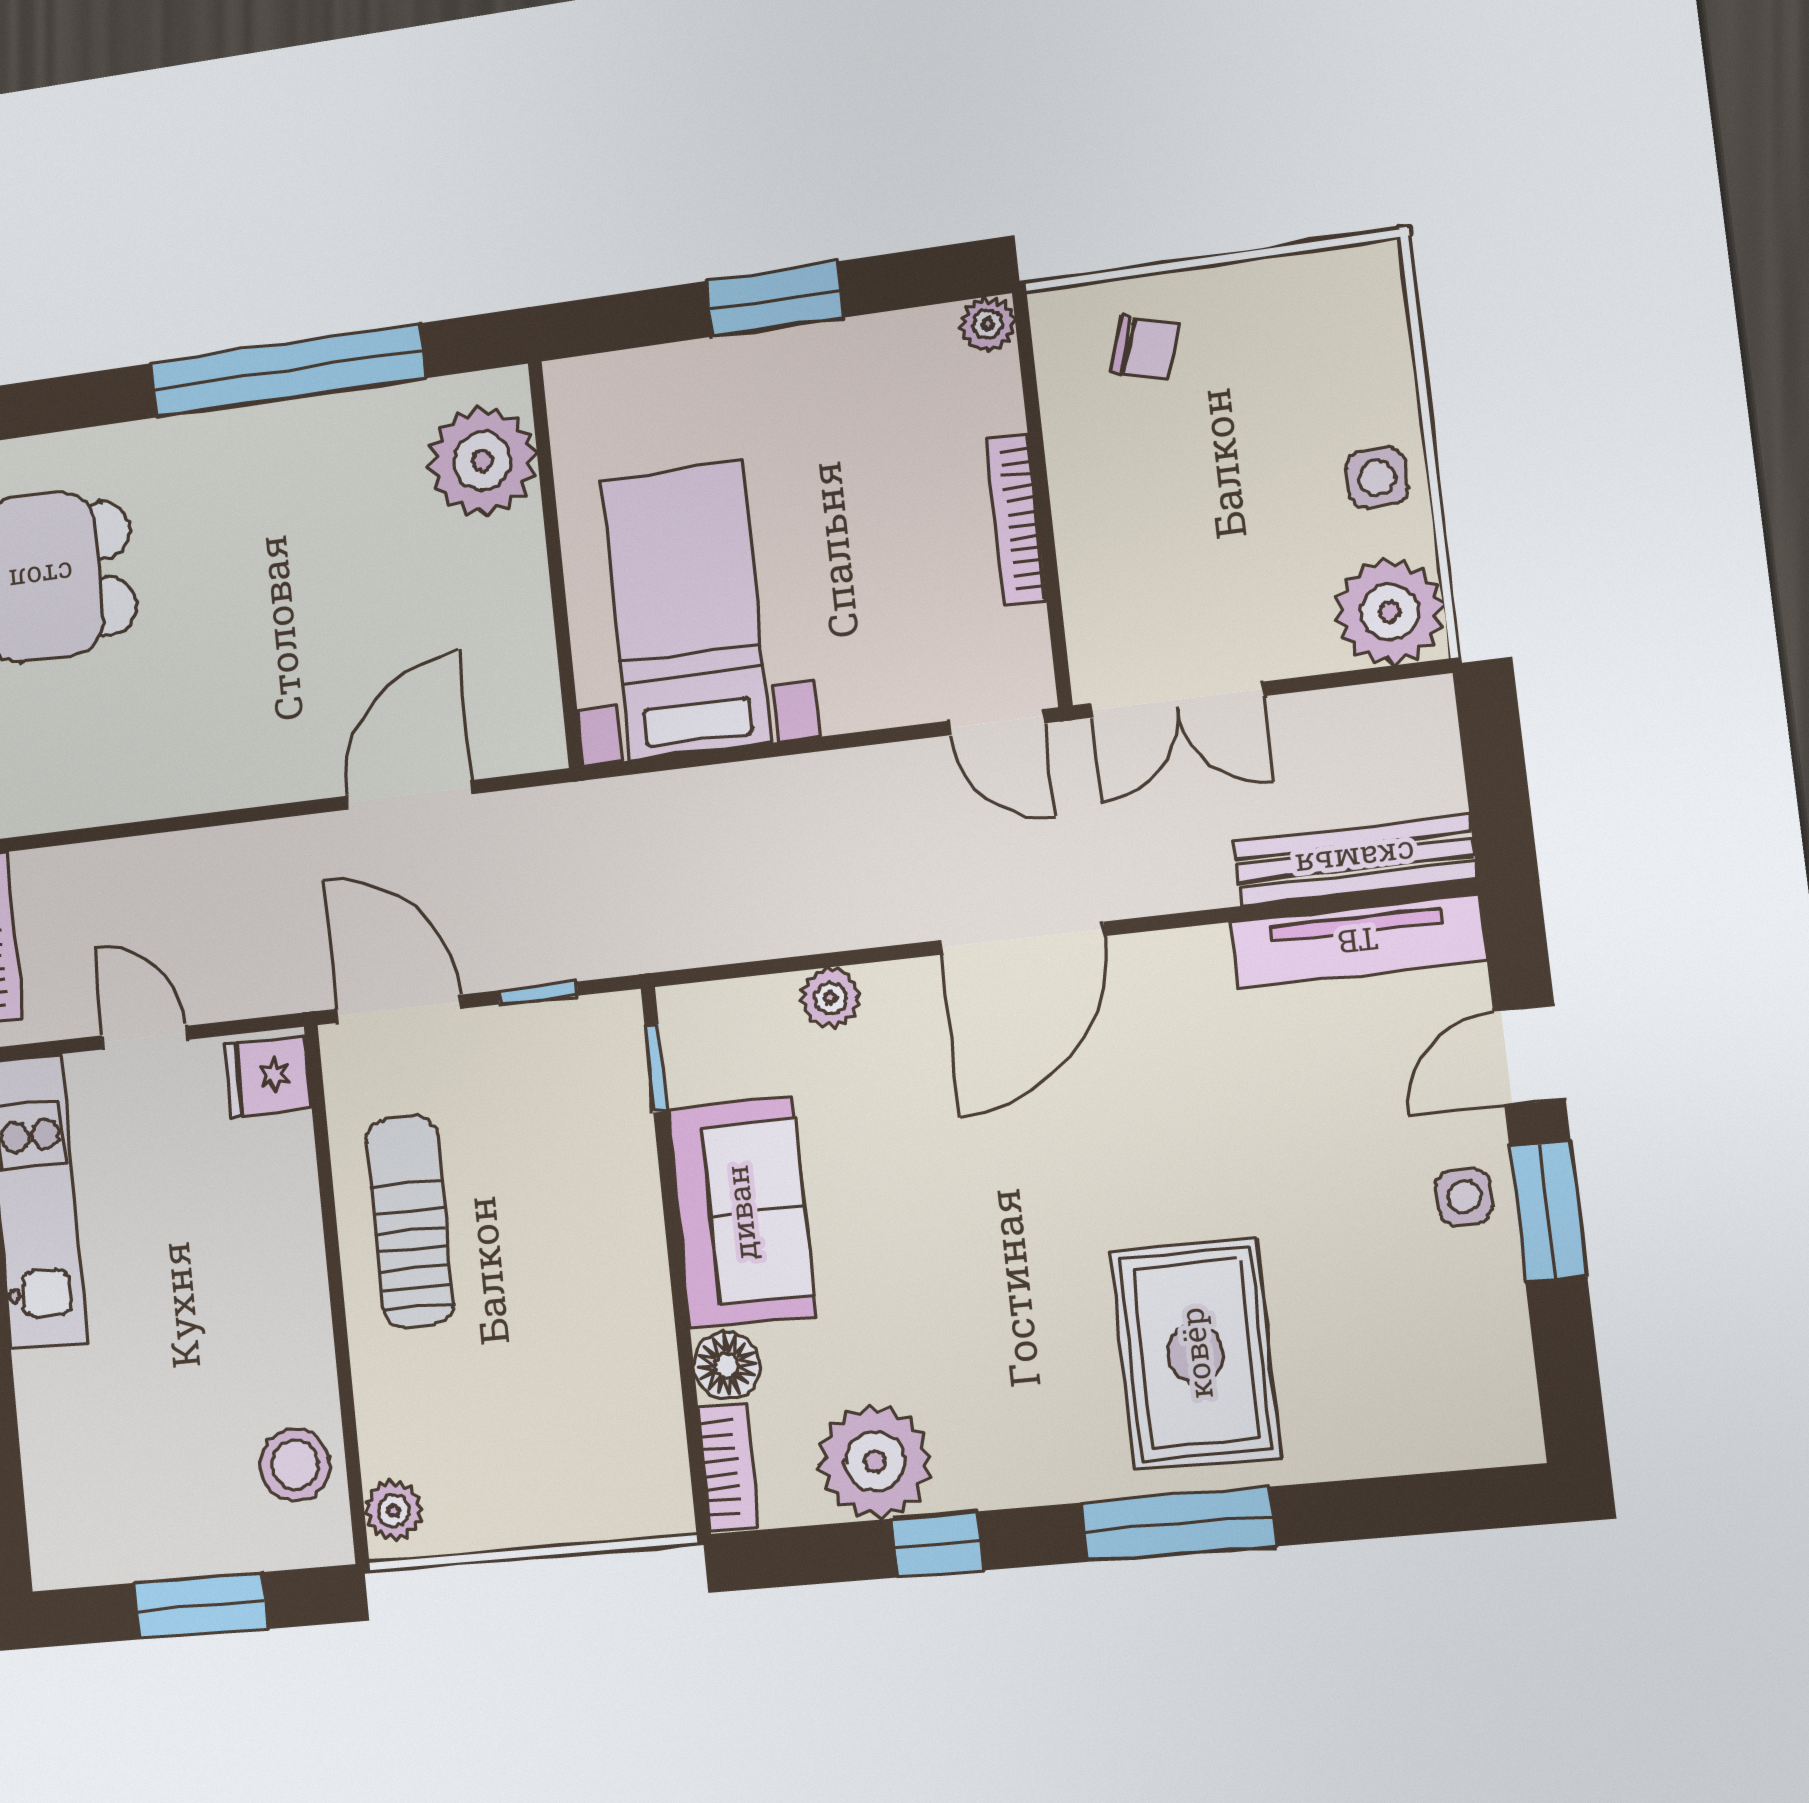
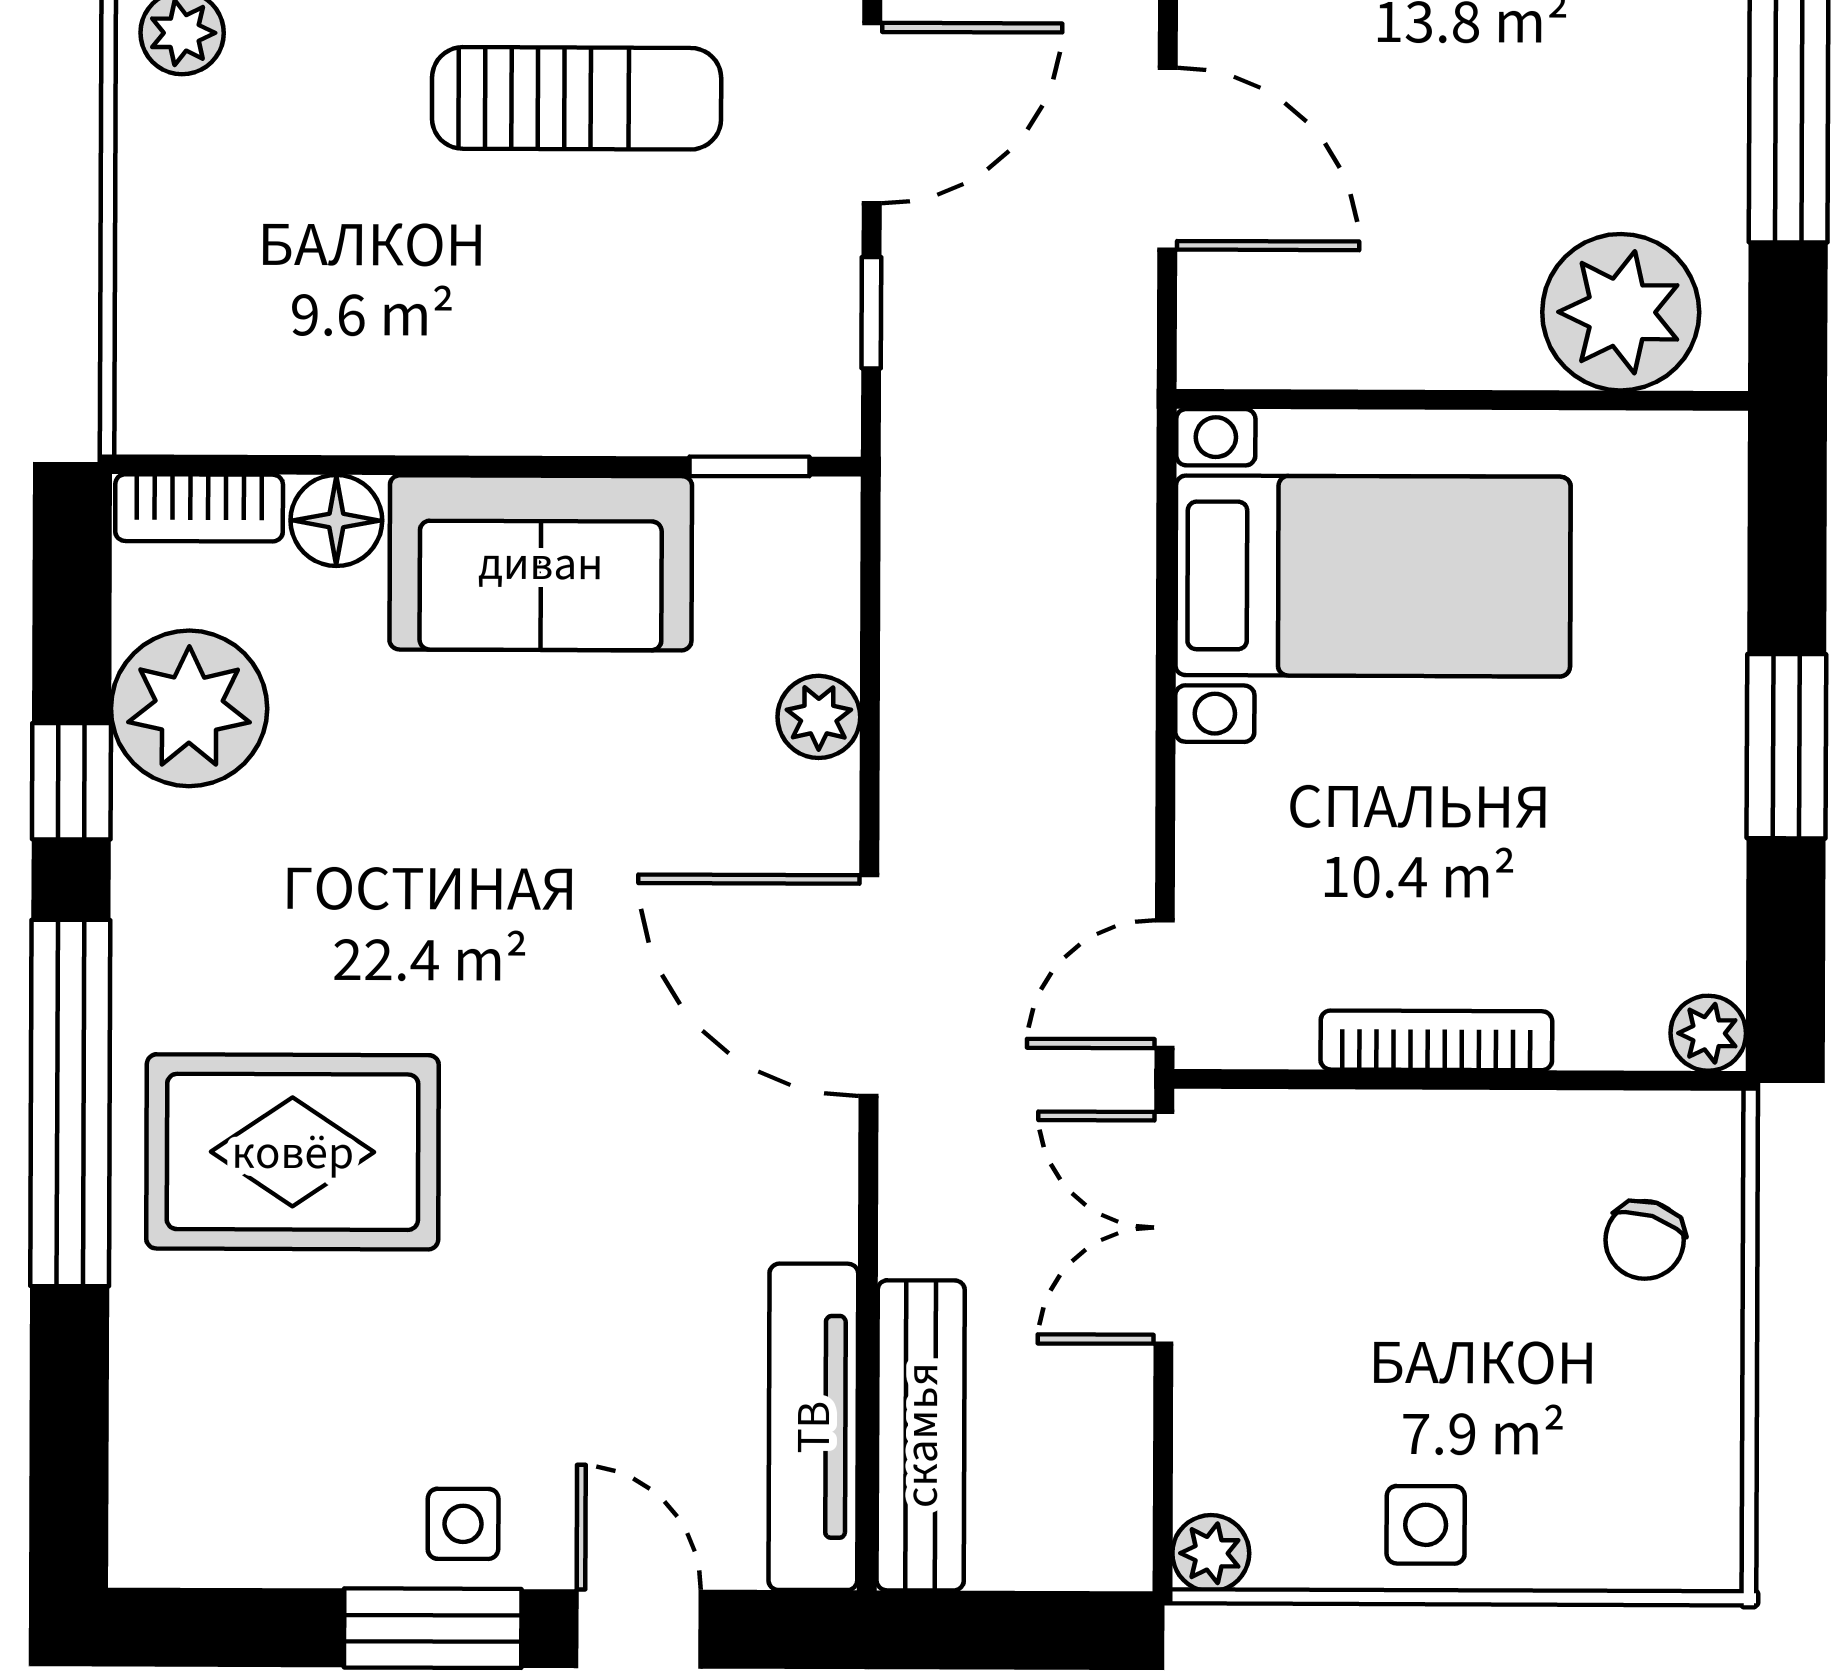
plant: (1390, 612) -> (1211, 1553), width x0.53, depth x0.53
window: (1178, 1524) -> (70, 1103), width x1.46

